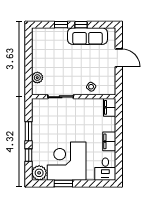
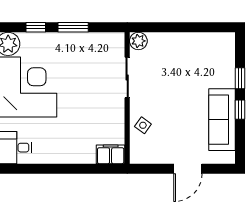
plant: (37, 78) -> (138, 41), moved
filing cabinet: (109, 141) -> (57, 154), removed

